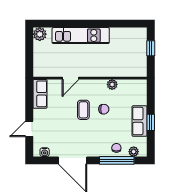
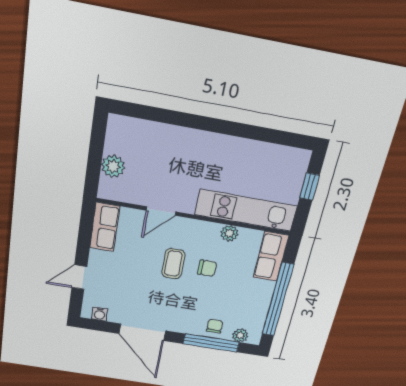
plant: (40, 34) -> (113, 166), moved
kitchen unit: (81, 36) -> (246, 210), moved, turned 180
row of seats: (140, 121) -> (271, 257), moved
window: (151, 122) -> (278, 300), width x3.17

